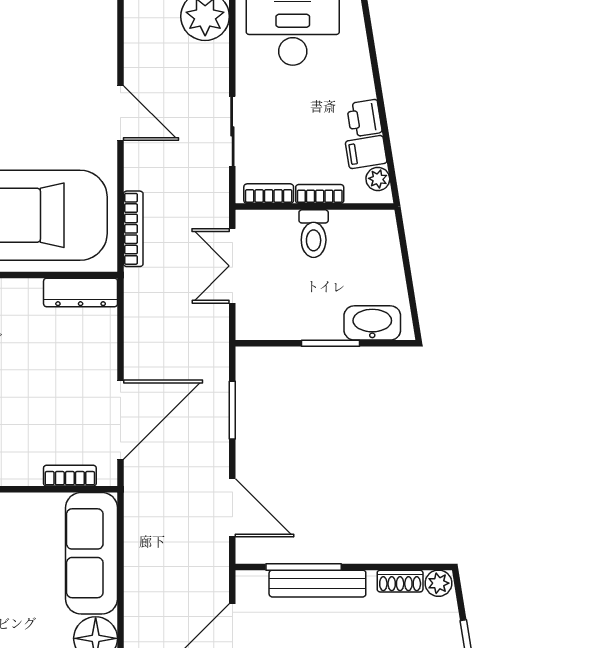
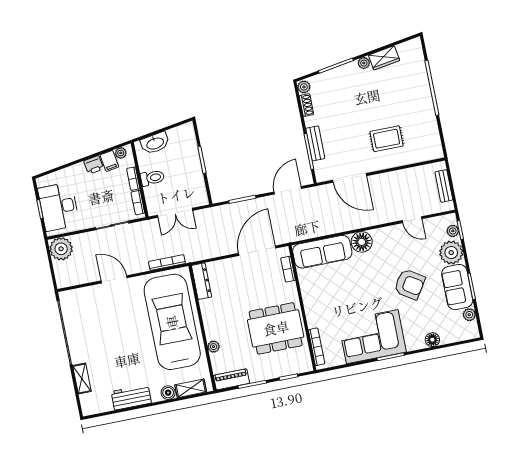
door: (120, 113) -> (114, 279), hinge flipped
washbasin: (372, 323) -> (155, 143), moved, turned -99
door: (120, 420) -> (257, 251), hinge flipped
bench: (317, 584) -> (315, 143), width x0.73

